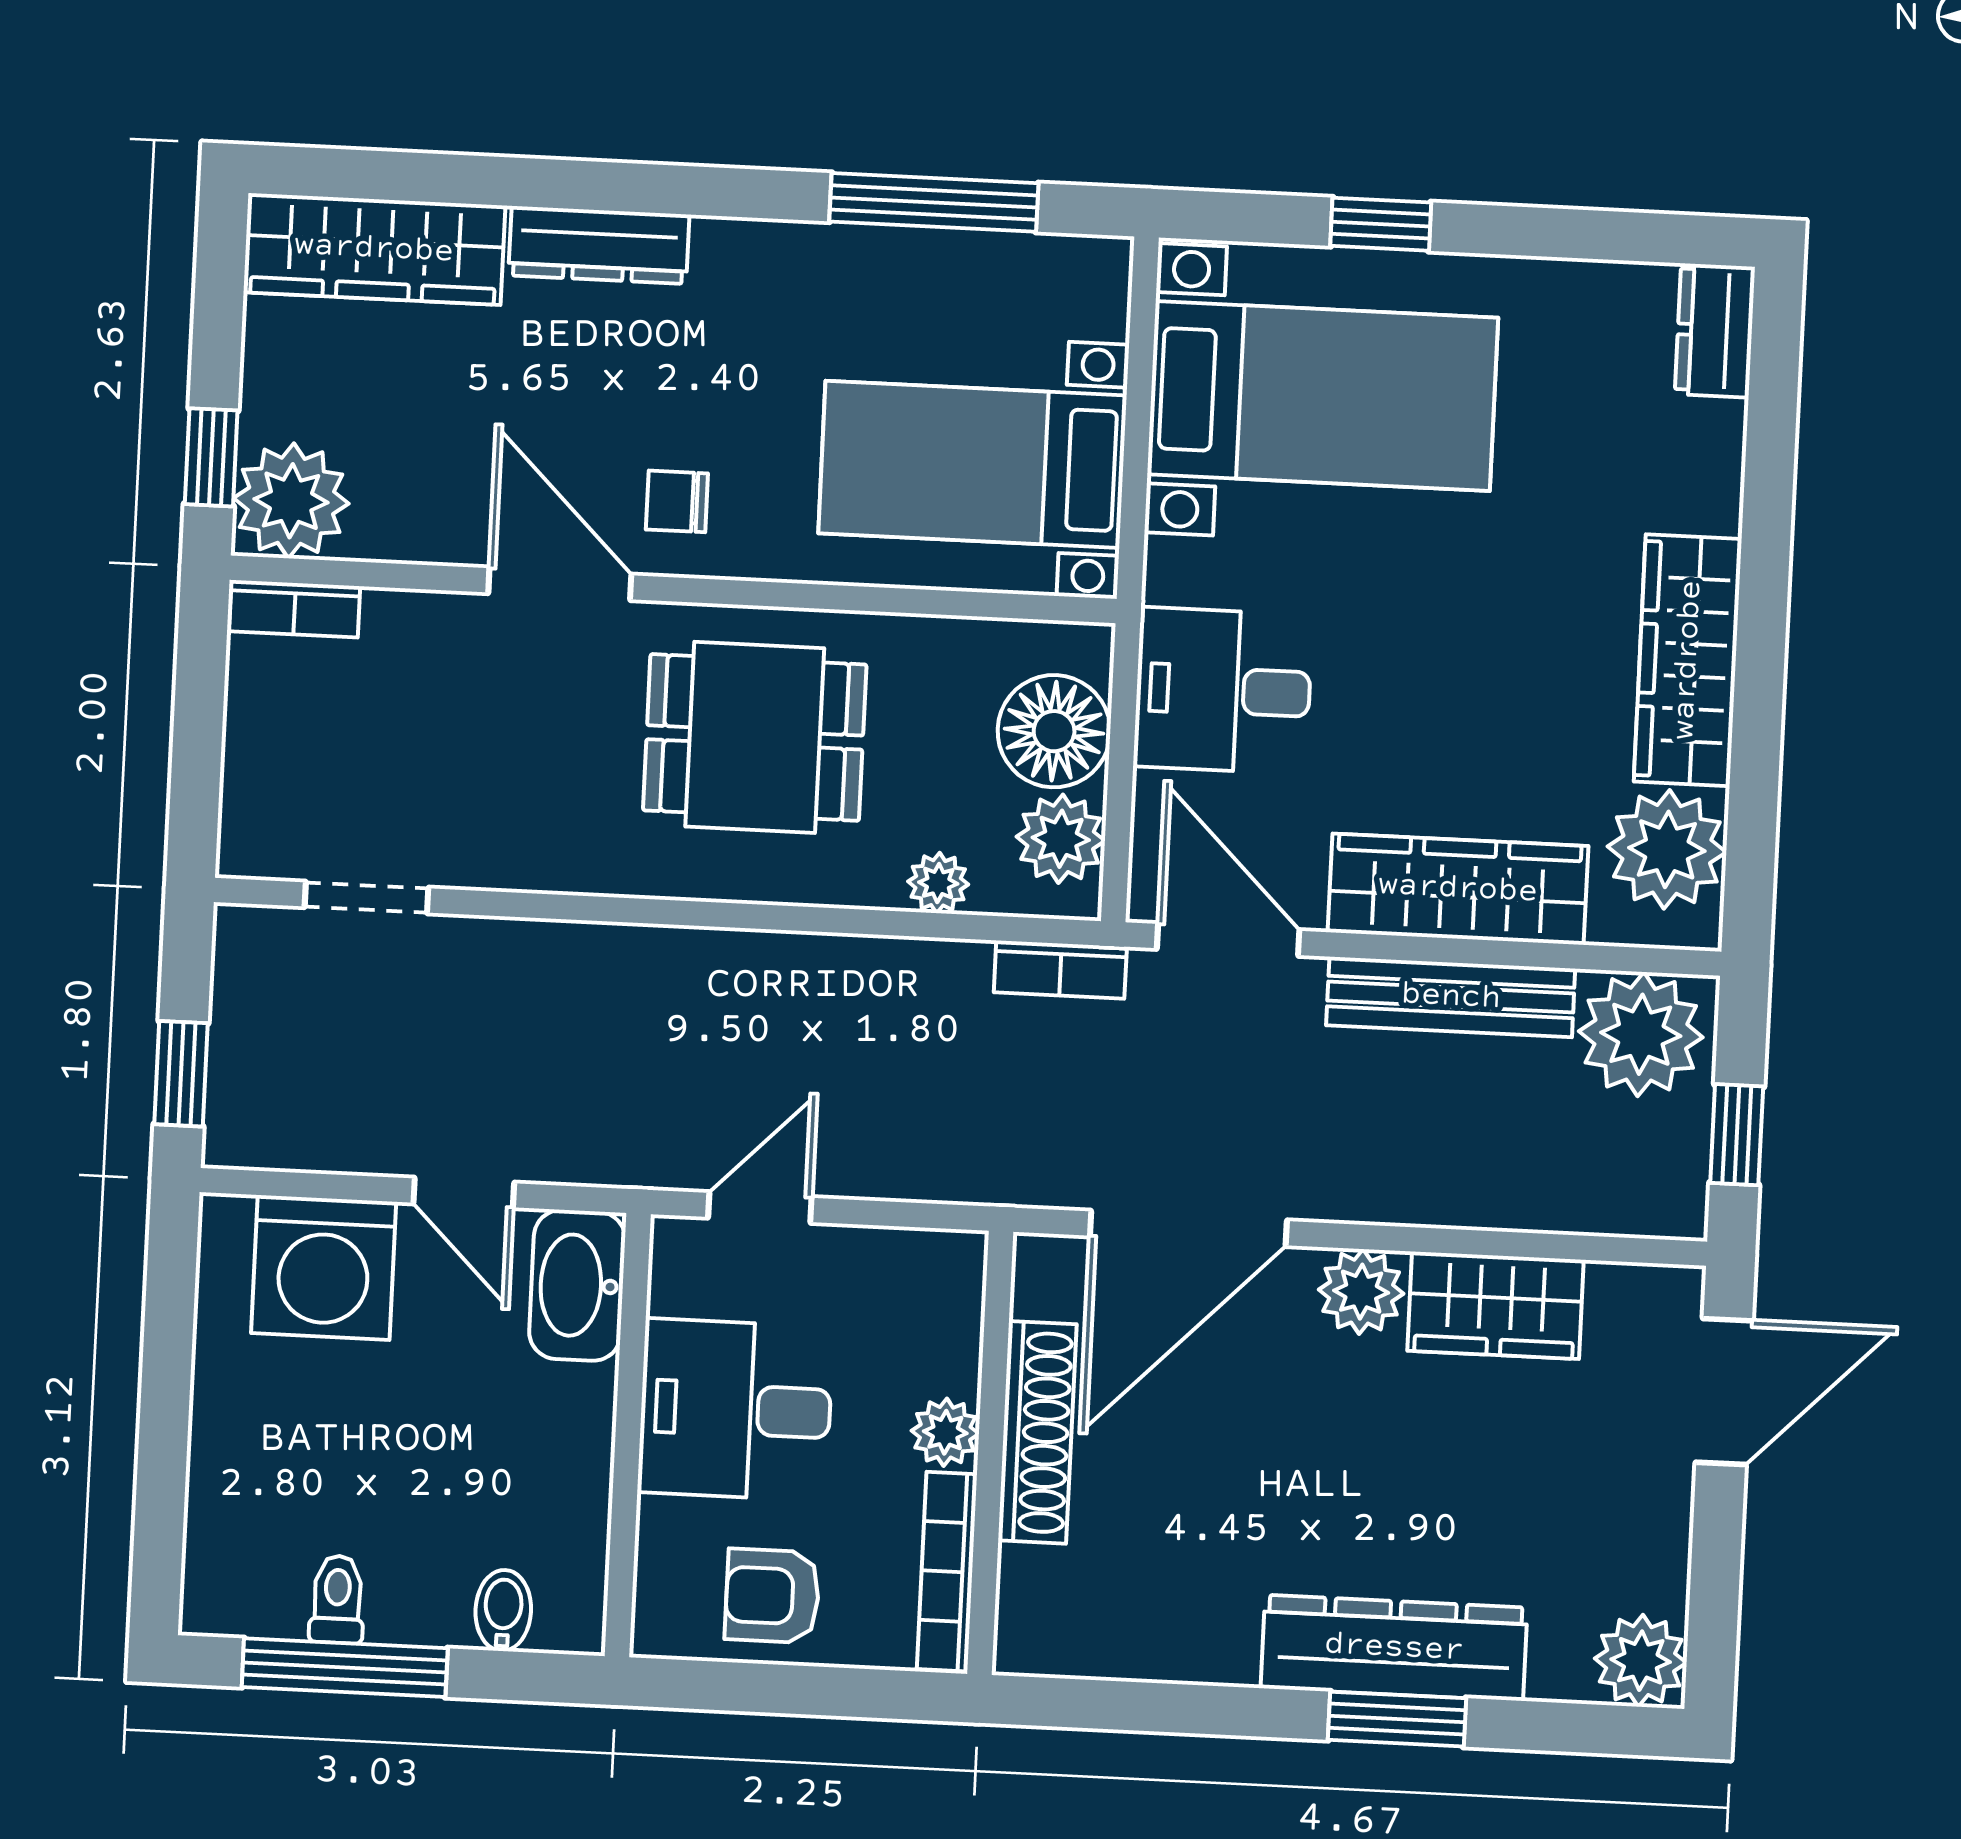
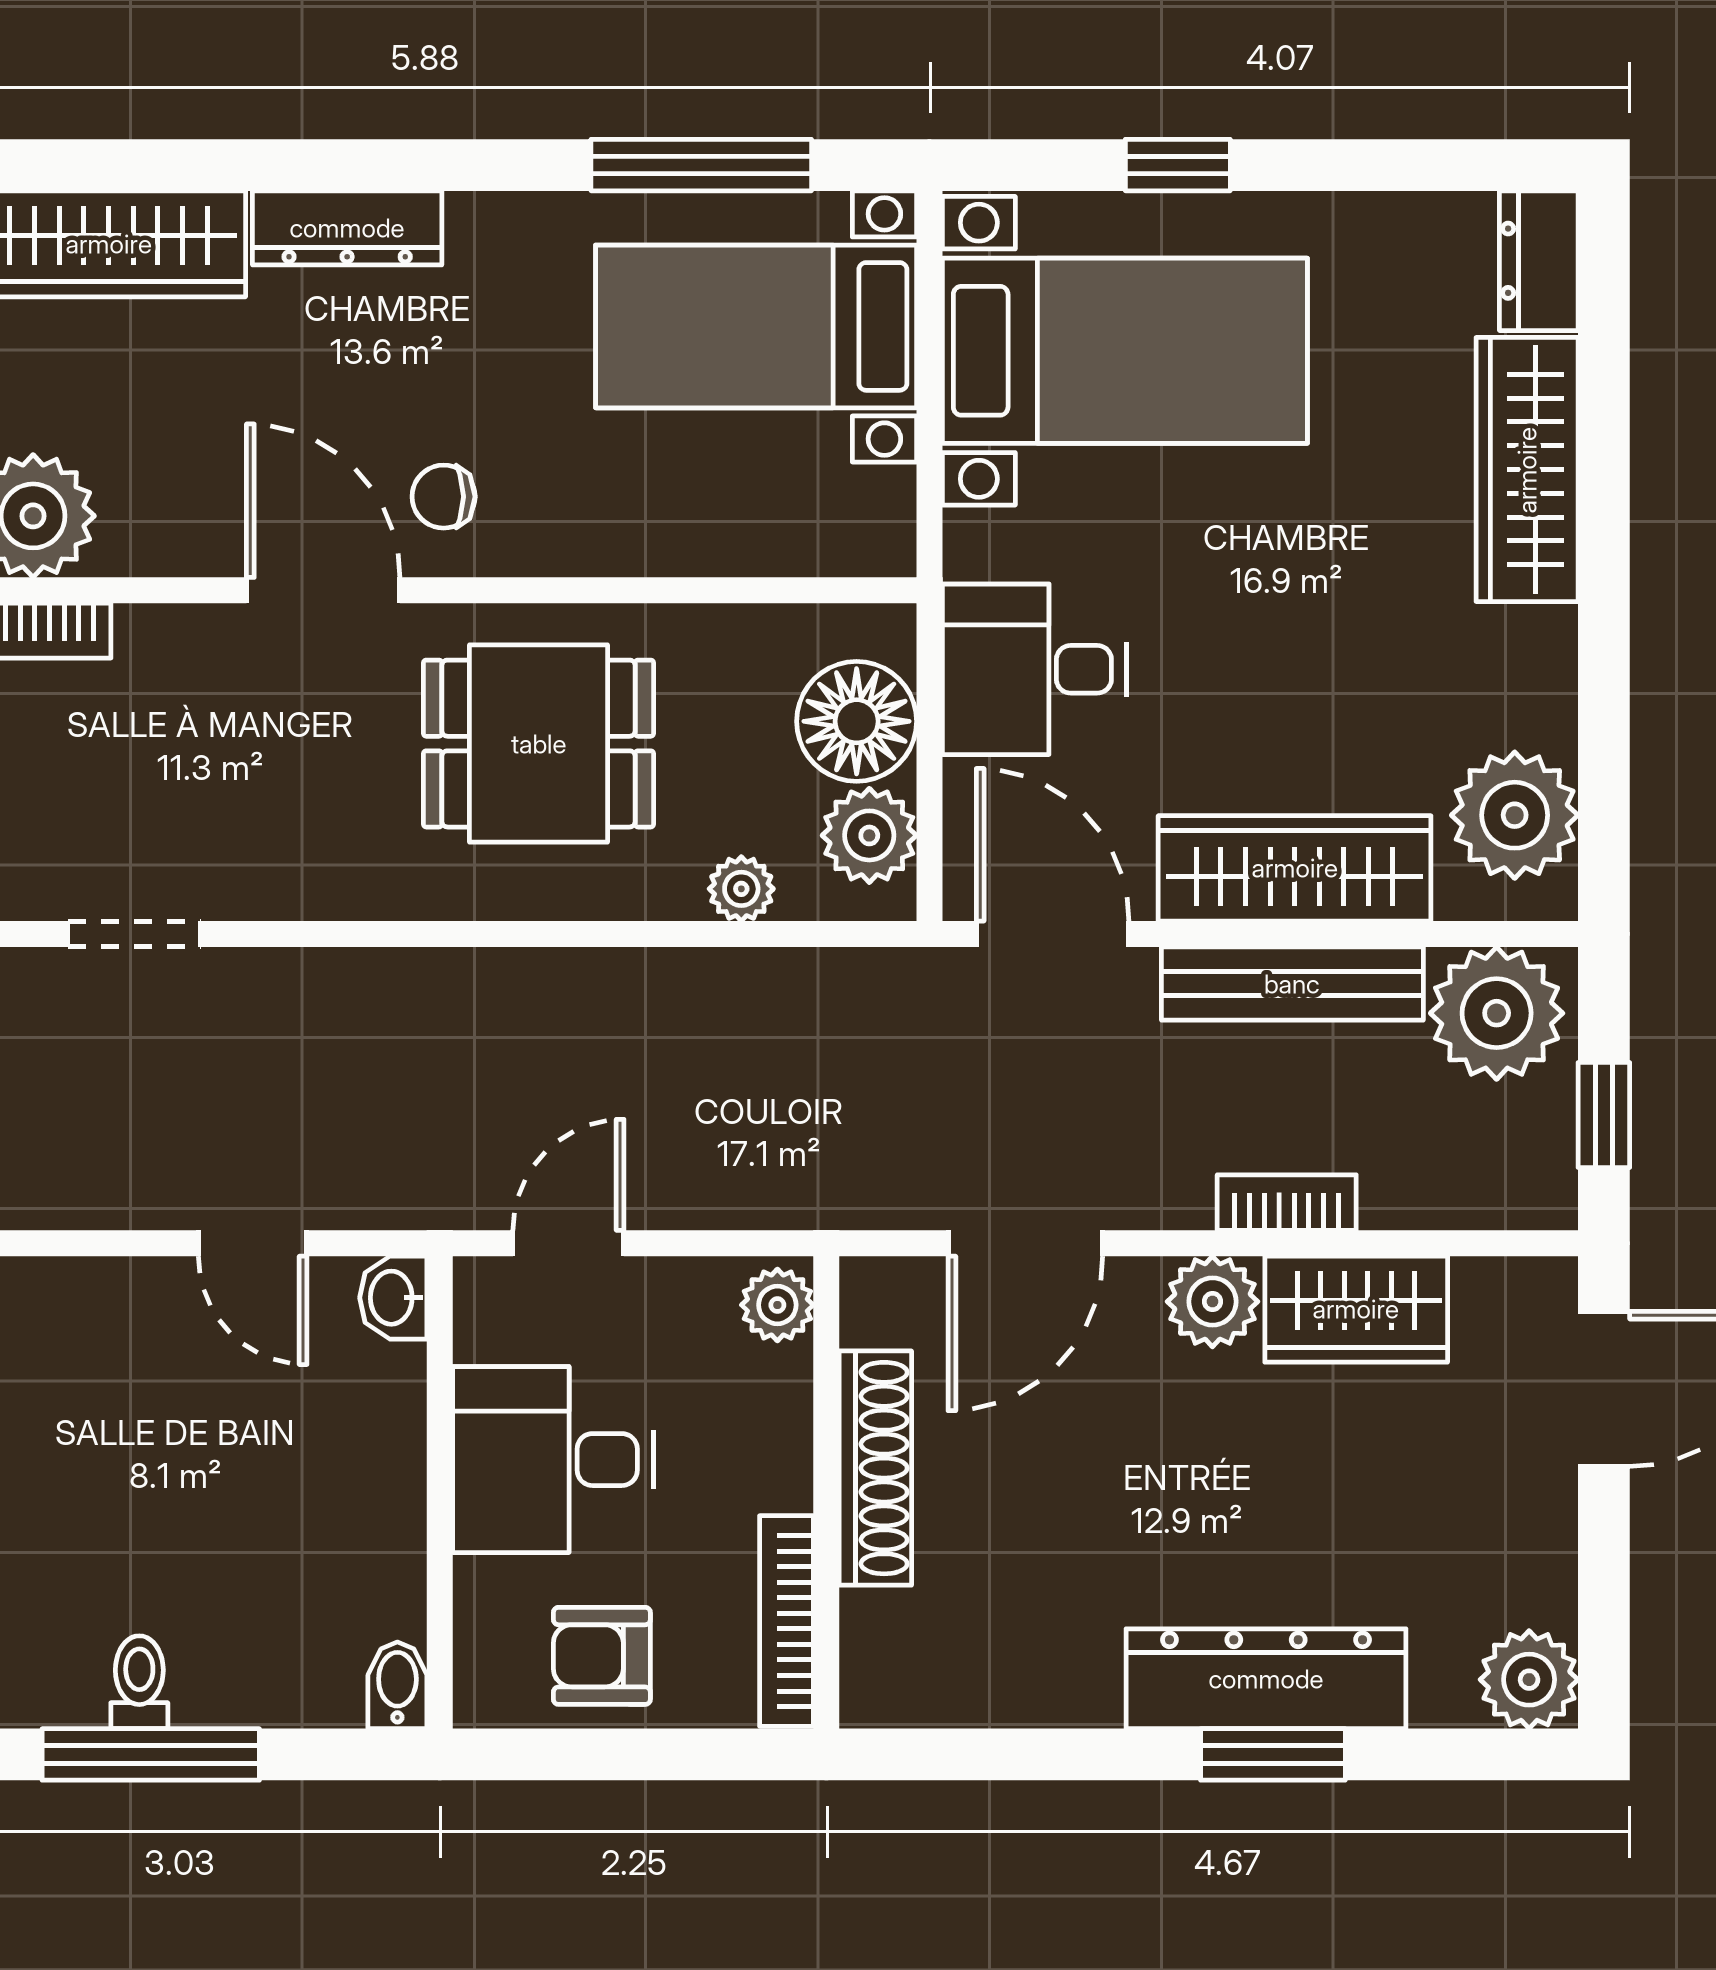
bed with nightstands: (973, 464) -> (756, 326), moved
wardrobe: (1688, 660) -> (1527, 470), moved
bookcase: (1060, 970) -> (1287, 1203), moved, turned 180
door: (1188, 1228) -> (1025, 1243), width x0.73
washing machine: (324, 1267) -> (107, 1330), removed
washbasin: (577, 1285) -> (393, 1298), width x0.52, depth x0.69
plant: (945, 1432) -> (777, 1305), moved
bidet: (503, 1610) -> (397, 1685), moved

